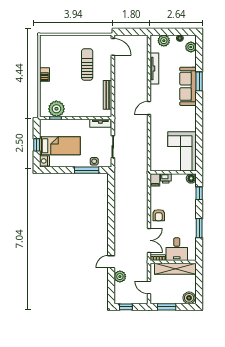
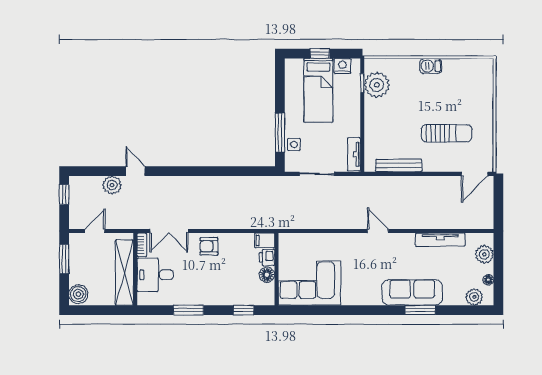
nightstand: (44, 161) -> (342, 66), moved
floor lamp: (191, 178) -> (267, 275), moved

